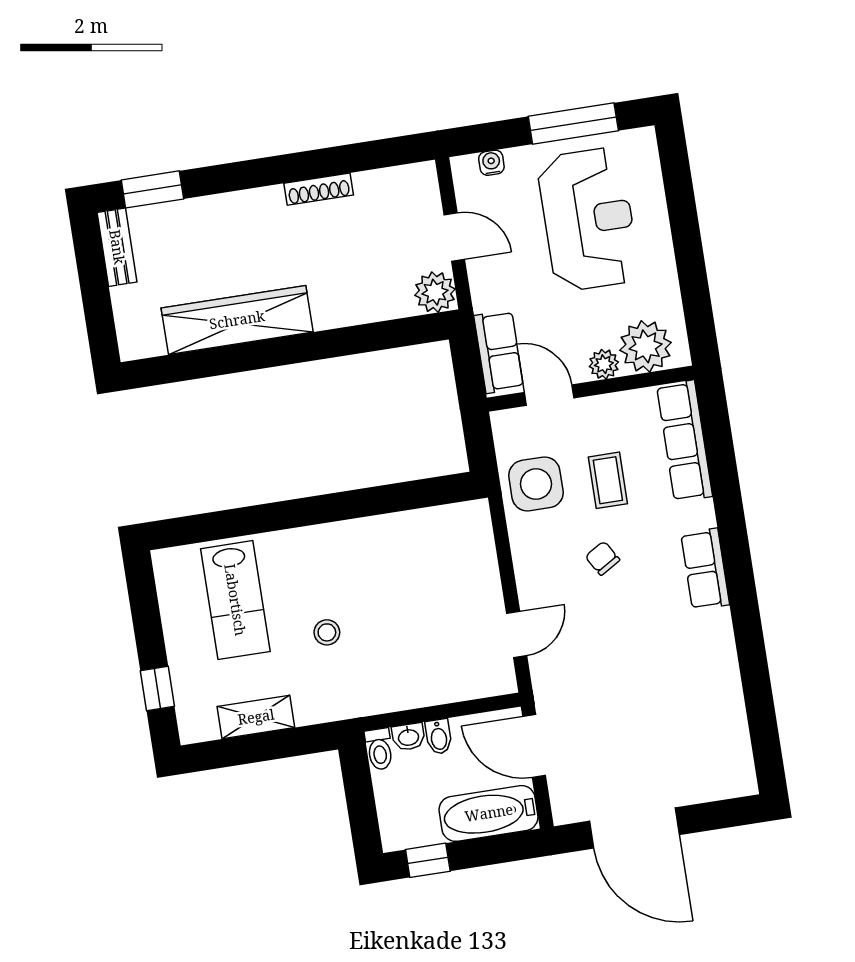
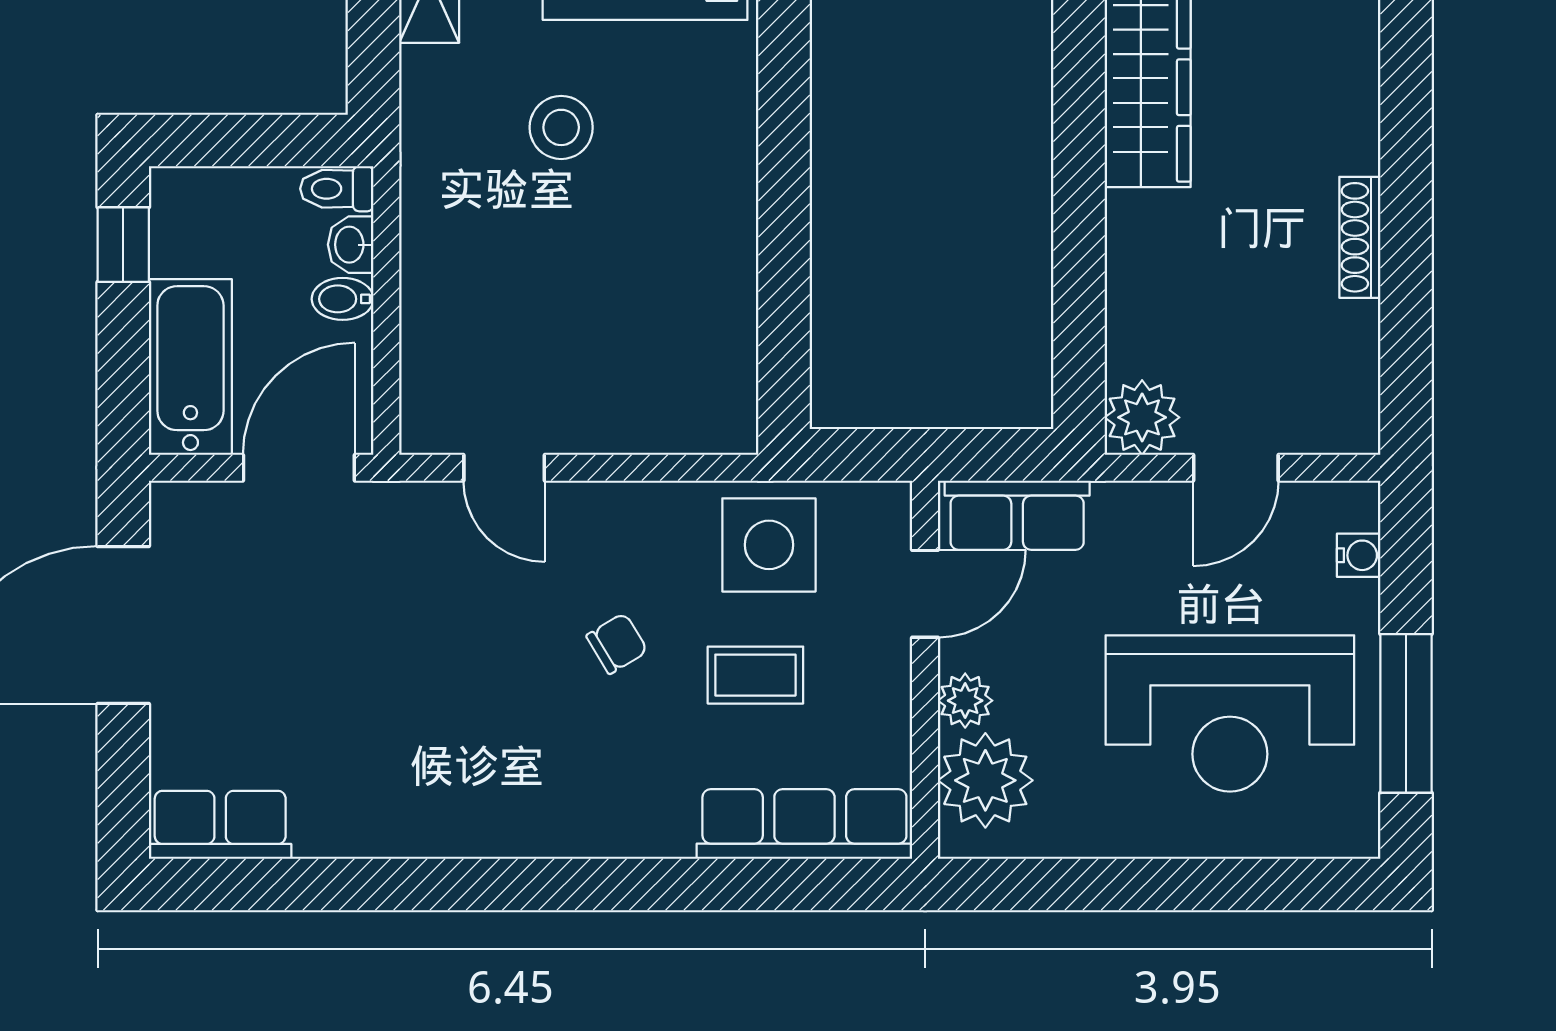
row of seats: (705, 569) -> (220, 825), moved
stool: (327, 632) -> (561, 127), width x1.37, depth x1.37

